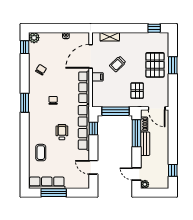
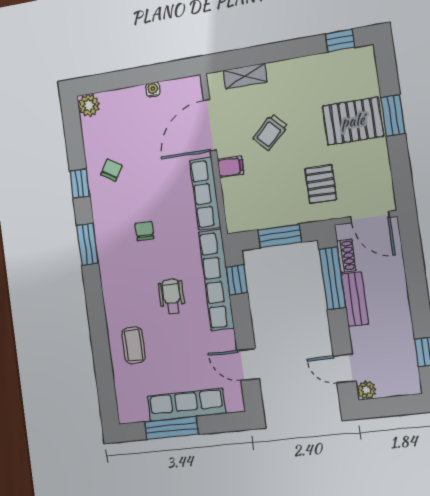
window: (25, 47) -> (80, 184), moved
pallet: (155, 65) -> (353, 121), turned 90
window: (116, 111) -> (280, 236), width x0.69
row of seats: (47, 183) -> (186, 405), moved

